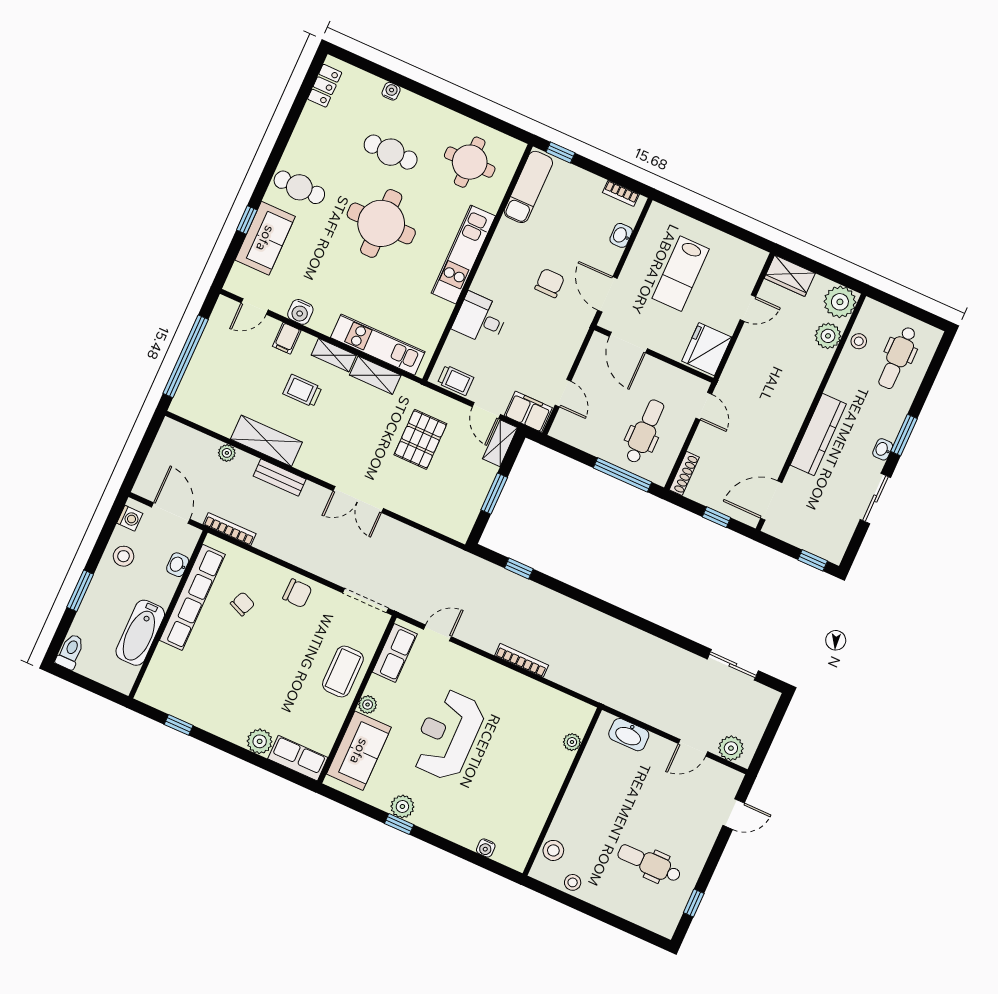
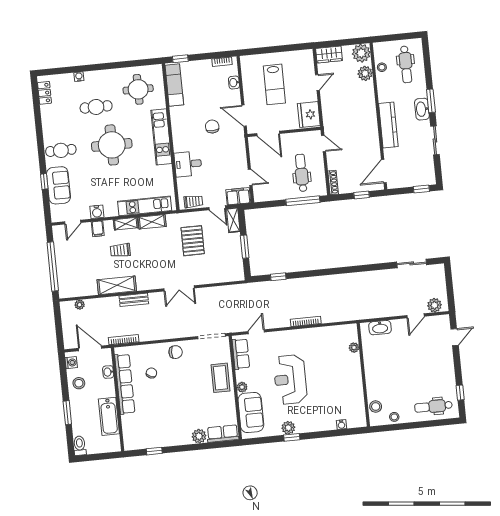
washbasin: (883, 449) -> (422, 109), width x1.91, depth x1.45
plant: (227, 453) -> (80, 305), moved
dental chair: (649, 863) -> (433, 406), moved

